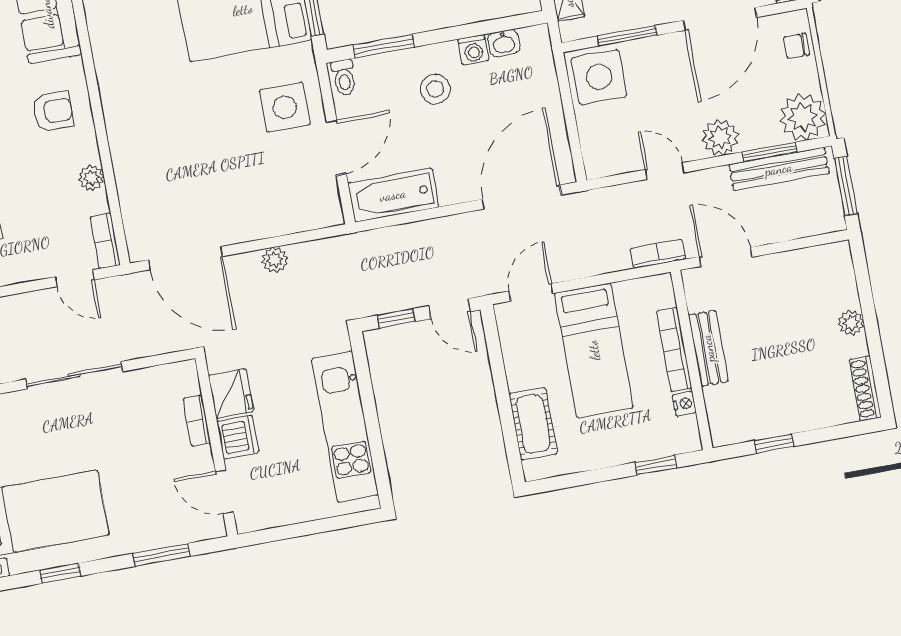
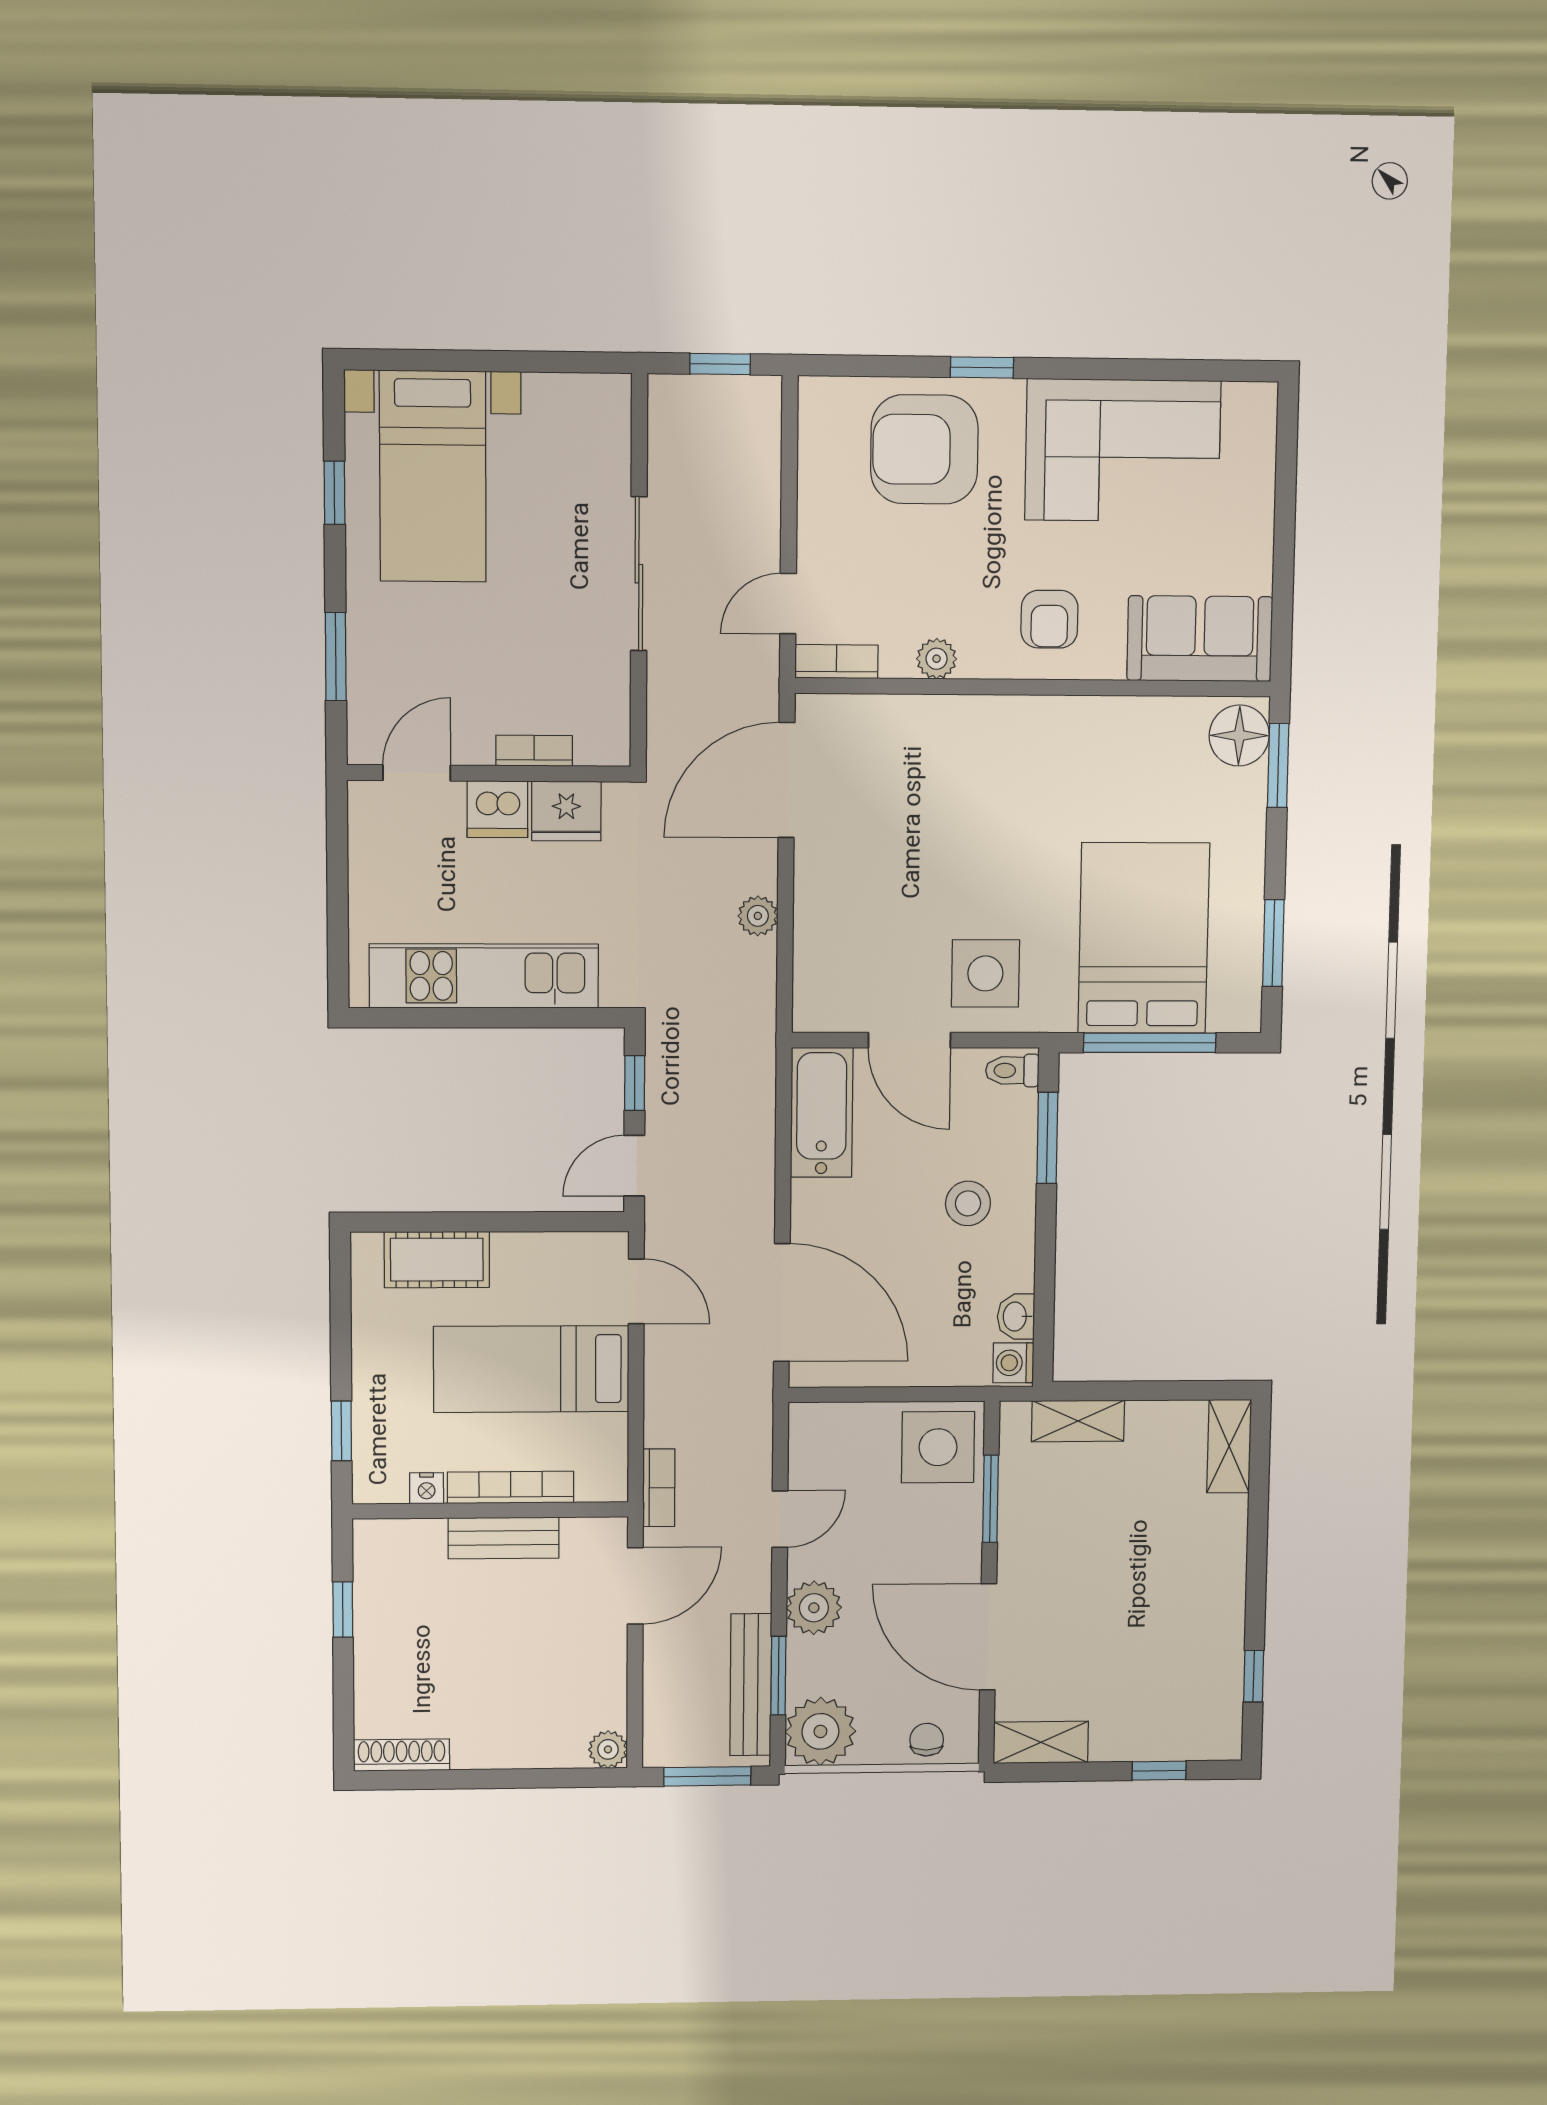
washing machine: (473, 50) -> (1013, 1363), moved
plant: (851, 323) -> (608, 1749), moved

